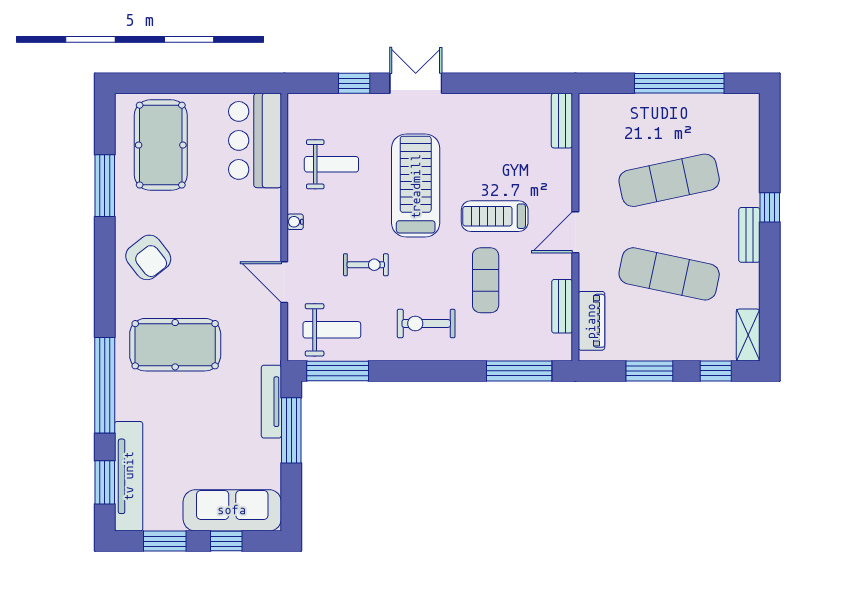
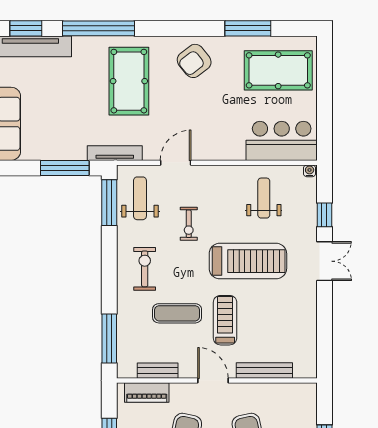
bench: (562, 121) -> (264, 370), moved, width x1.36
weight bench: (331, 164) -> (264, 198), turned 180
water cooler: (295, 222) -> (310, 171), moved
weight bench: (332, 330) -> (140, 198), turned 180
tv unit: (271, 402) -> (115, 153), moved

